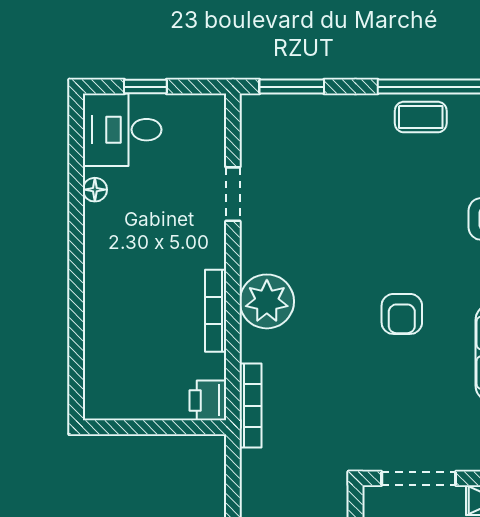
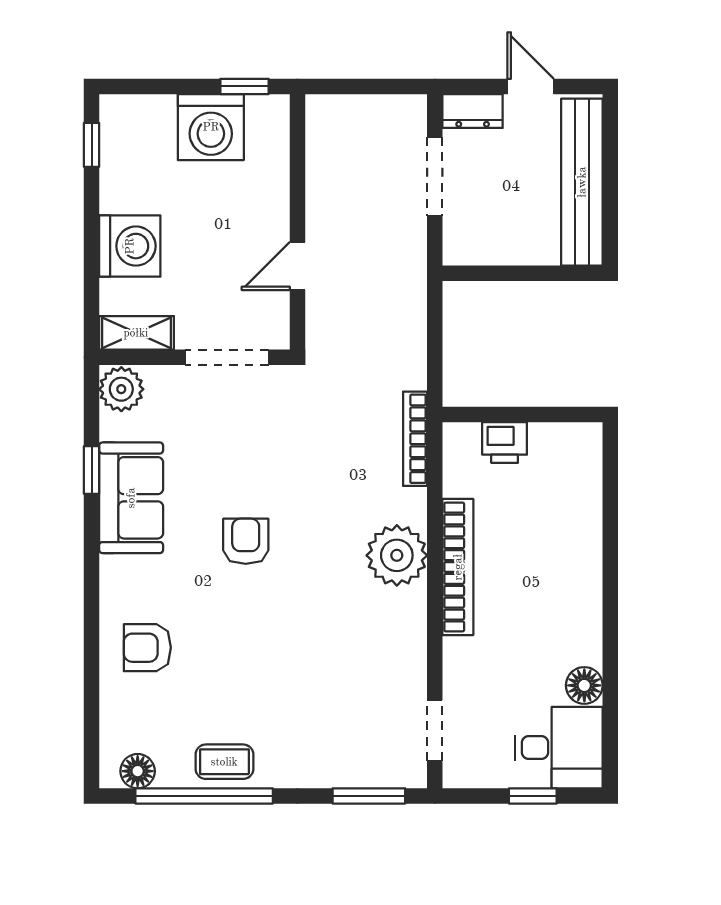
floor lamp: (95, 190) -> (584, 685), width x1.37, depth x1.37
doorway: (233, 194) -> (435, 731), moved
bookcase: (216, 311) -> (458, 567), width x1.48, depth x1.31
printer: (208, 400) -> (505, 442), moved, turned 90

